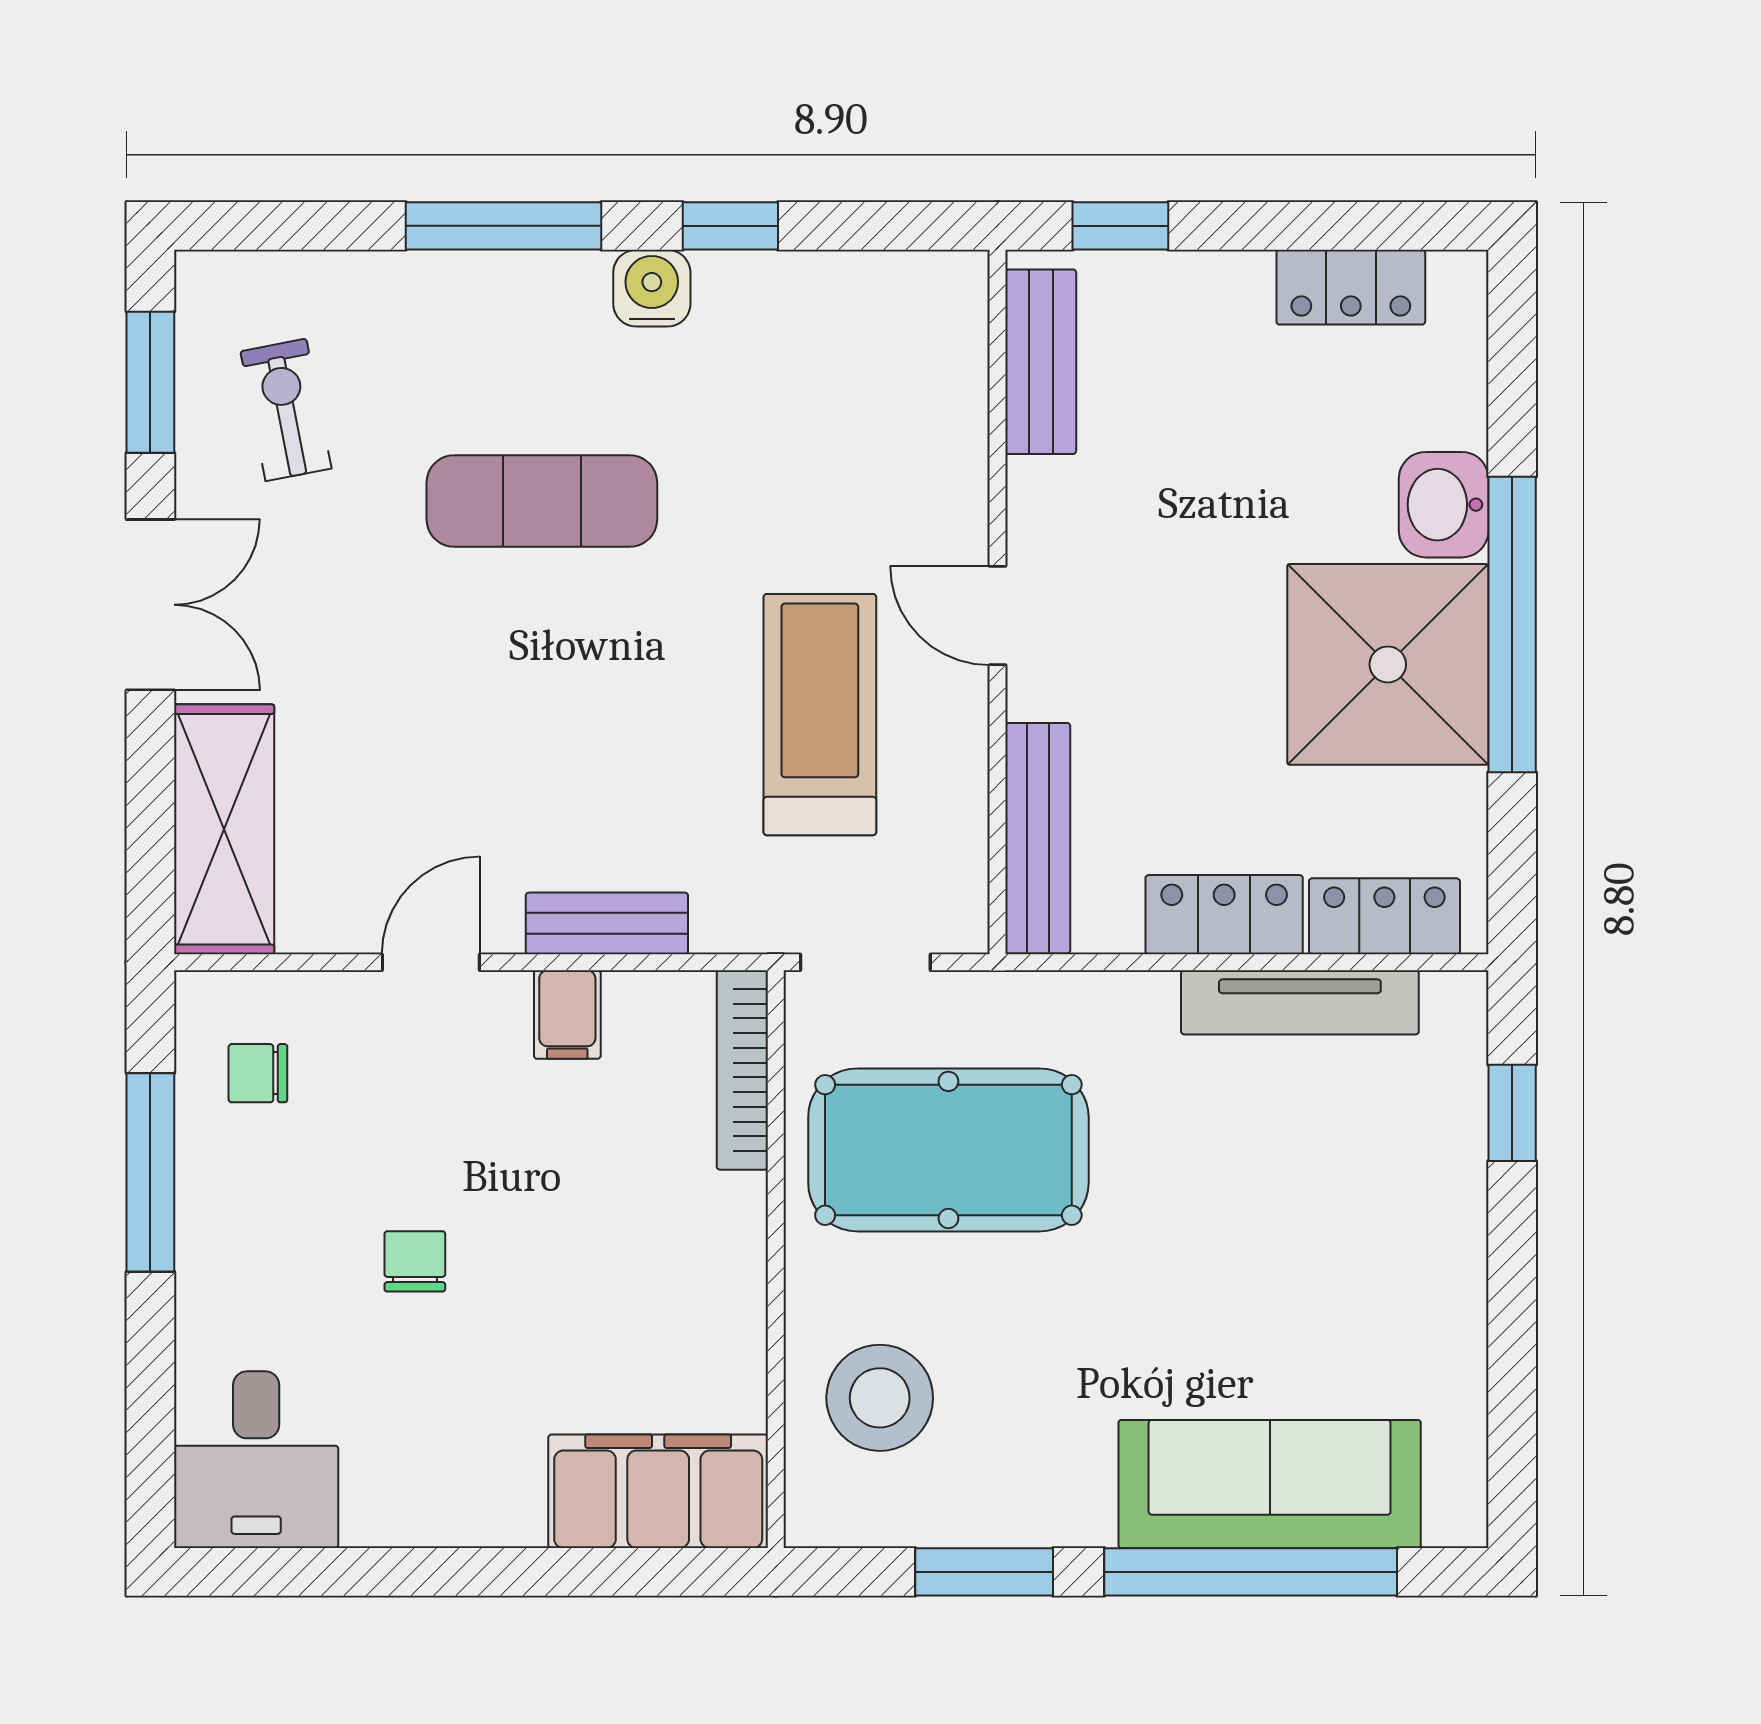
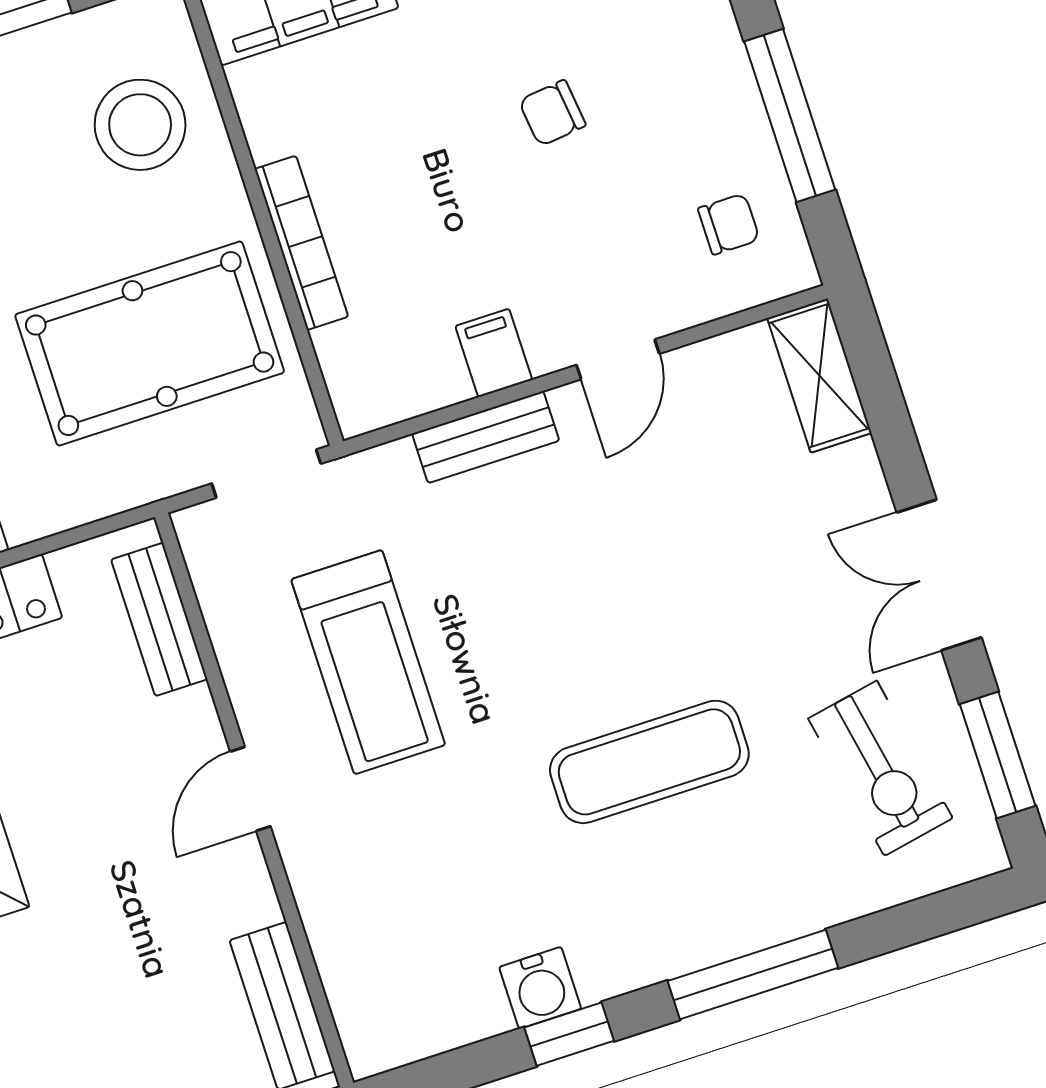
water cooler: (652, 288) -> (540, 988), moved
exercise bike: (286, 410) -> (881, 768), width x1.38, depth x1.39
door: (998, 616) -> (250, 789), swing flipped
shelving: (224, 829) -> (819, 376), width x0.67, depth x0.75
bench: (1038, 838) -> (159, 619), width x0.73
bookcase: (742, 1070) -> (301, 243), moved
chair: (415, 1261) -> (552, 113), turned 83

